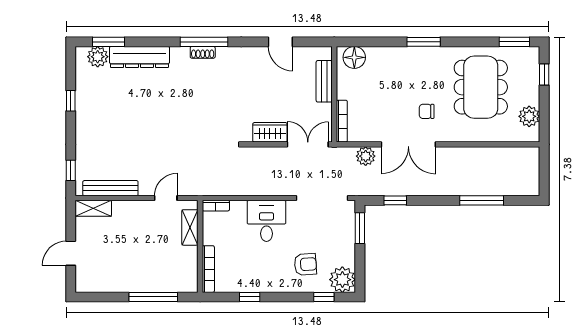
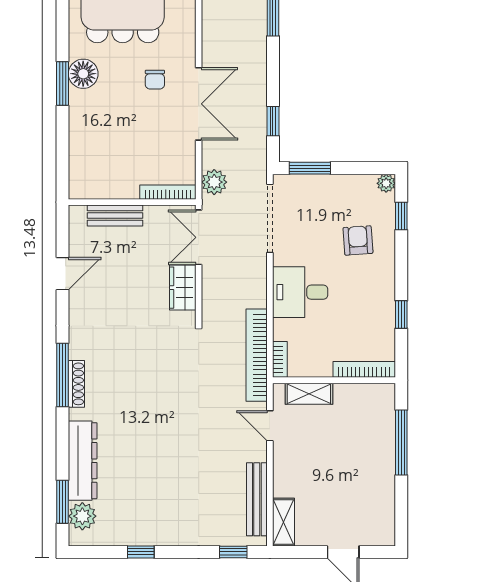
shoe rack: (203, 52) -> (76, 384), width x1.43
floor lamp: (354, 57) -> (83, 74), moved
plant: (366, 156) -> (214, 182), moved
bookcase: (219, 188) -> (257, 355), added
plant: (342, 280) -> (386, 183), width x0.53, depth x0.53

